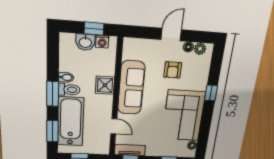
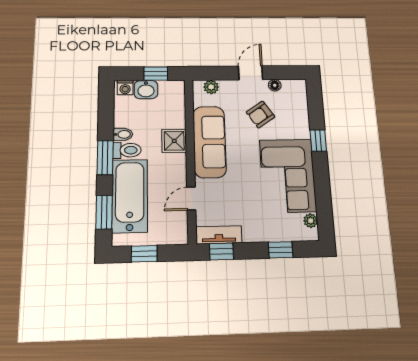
washing machine: (102, 42) -> (125, 88), moved
plant: (200, 49) -> (211, 87), moved
armchair: (173, 70) -> (260, 115), turned 56
door: (114, 126) -> (191, 199), swing flipped

